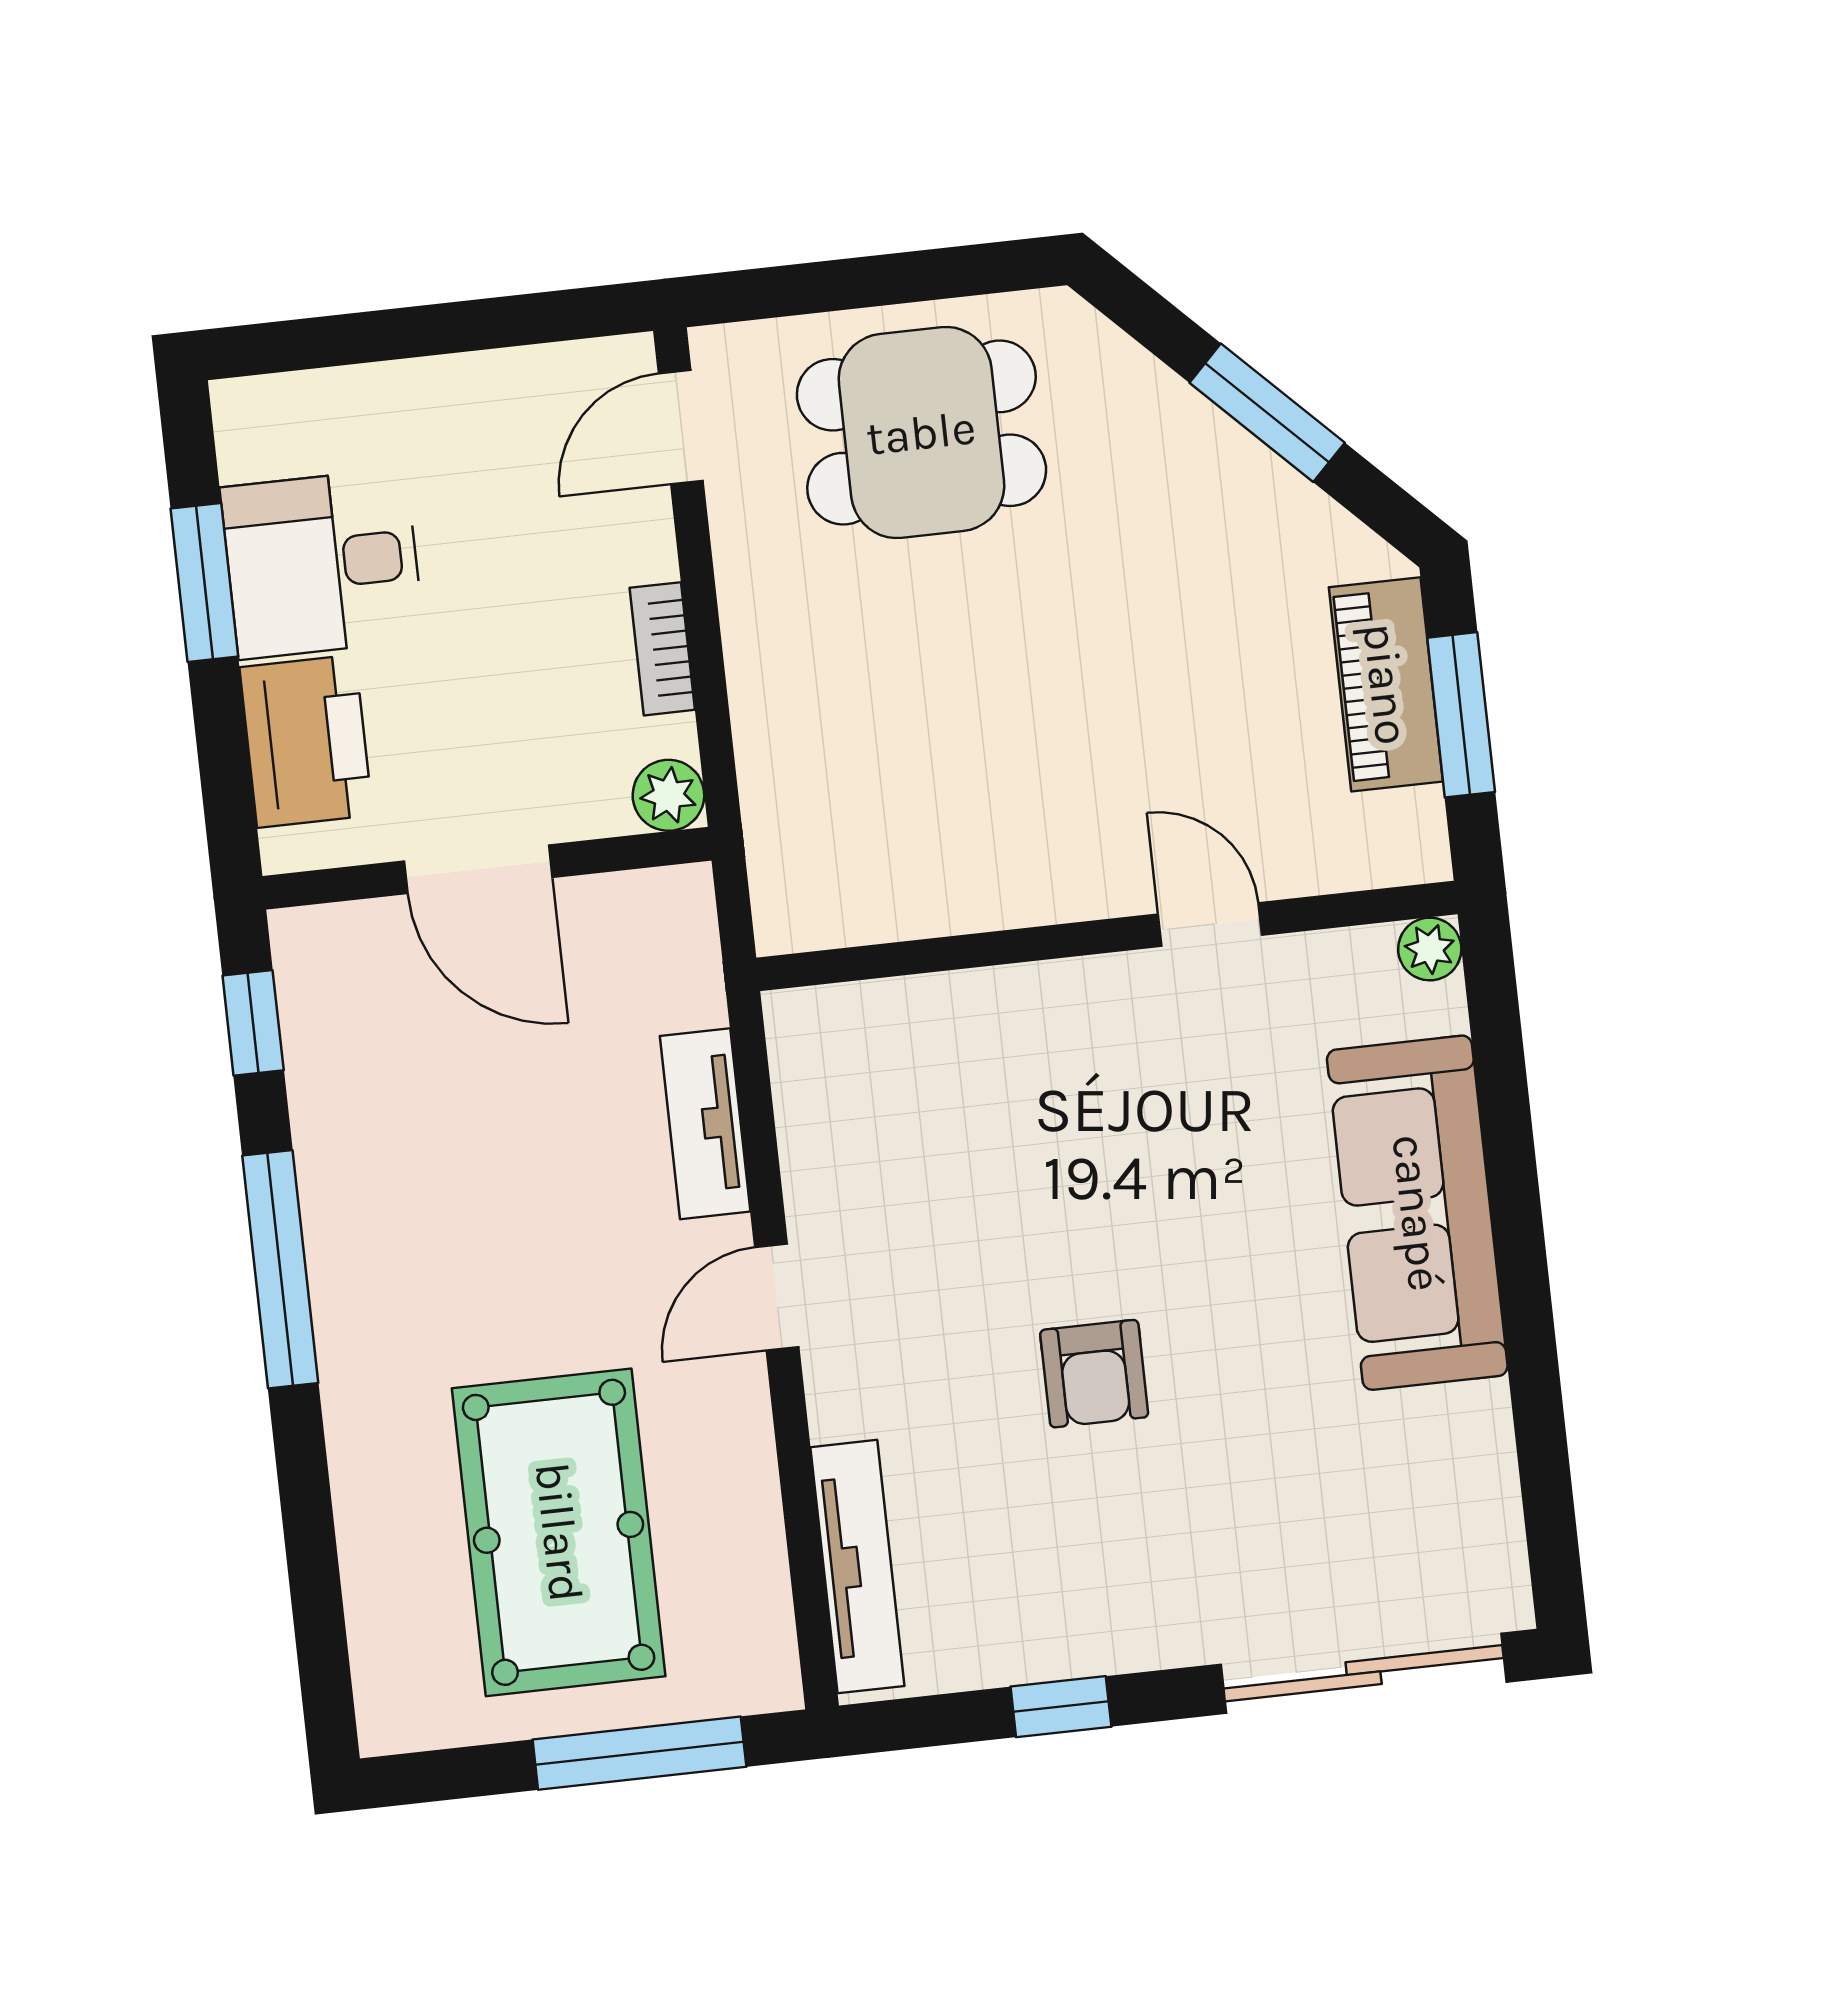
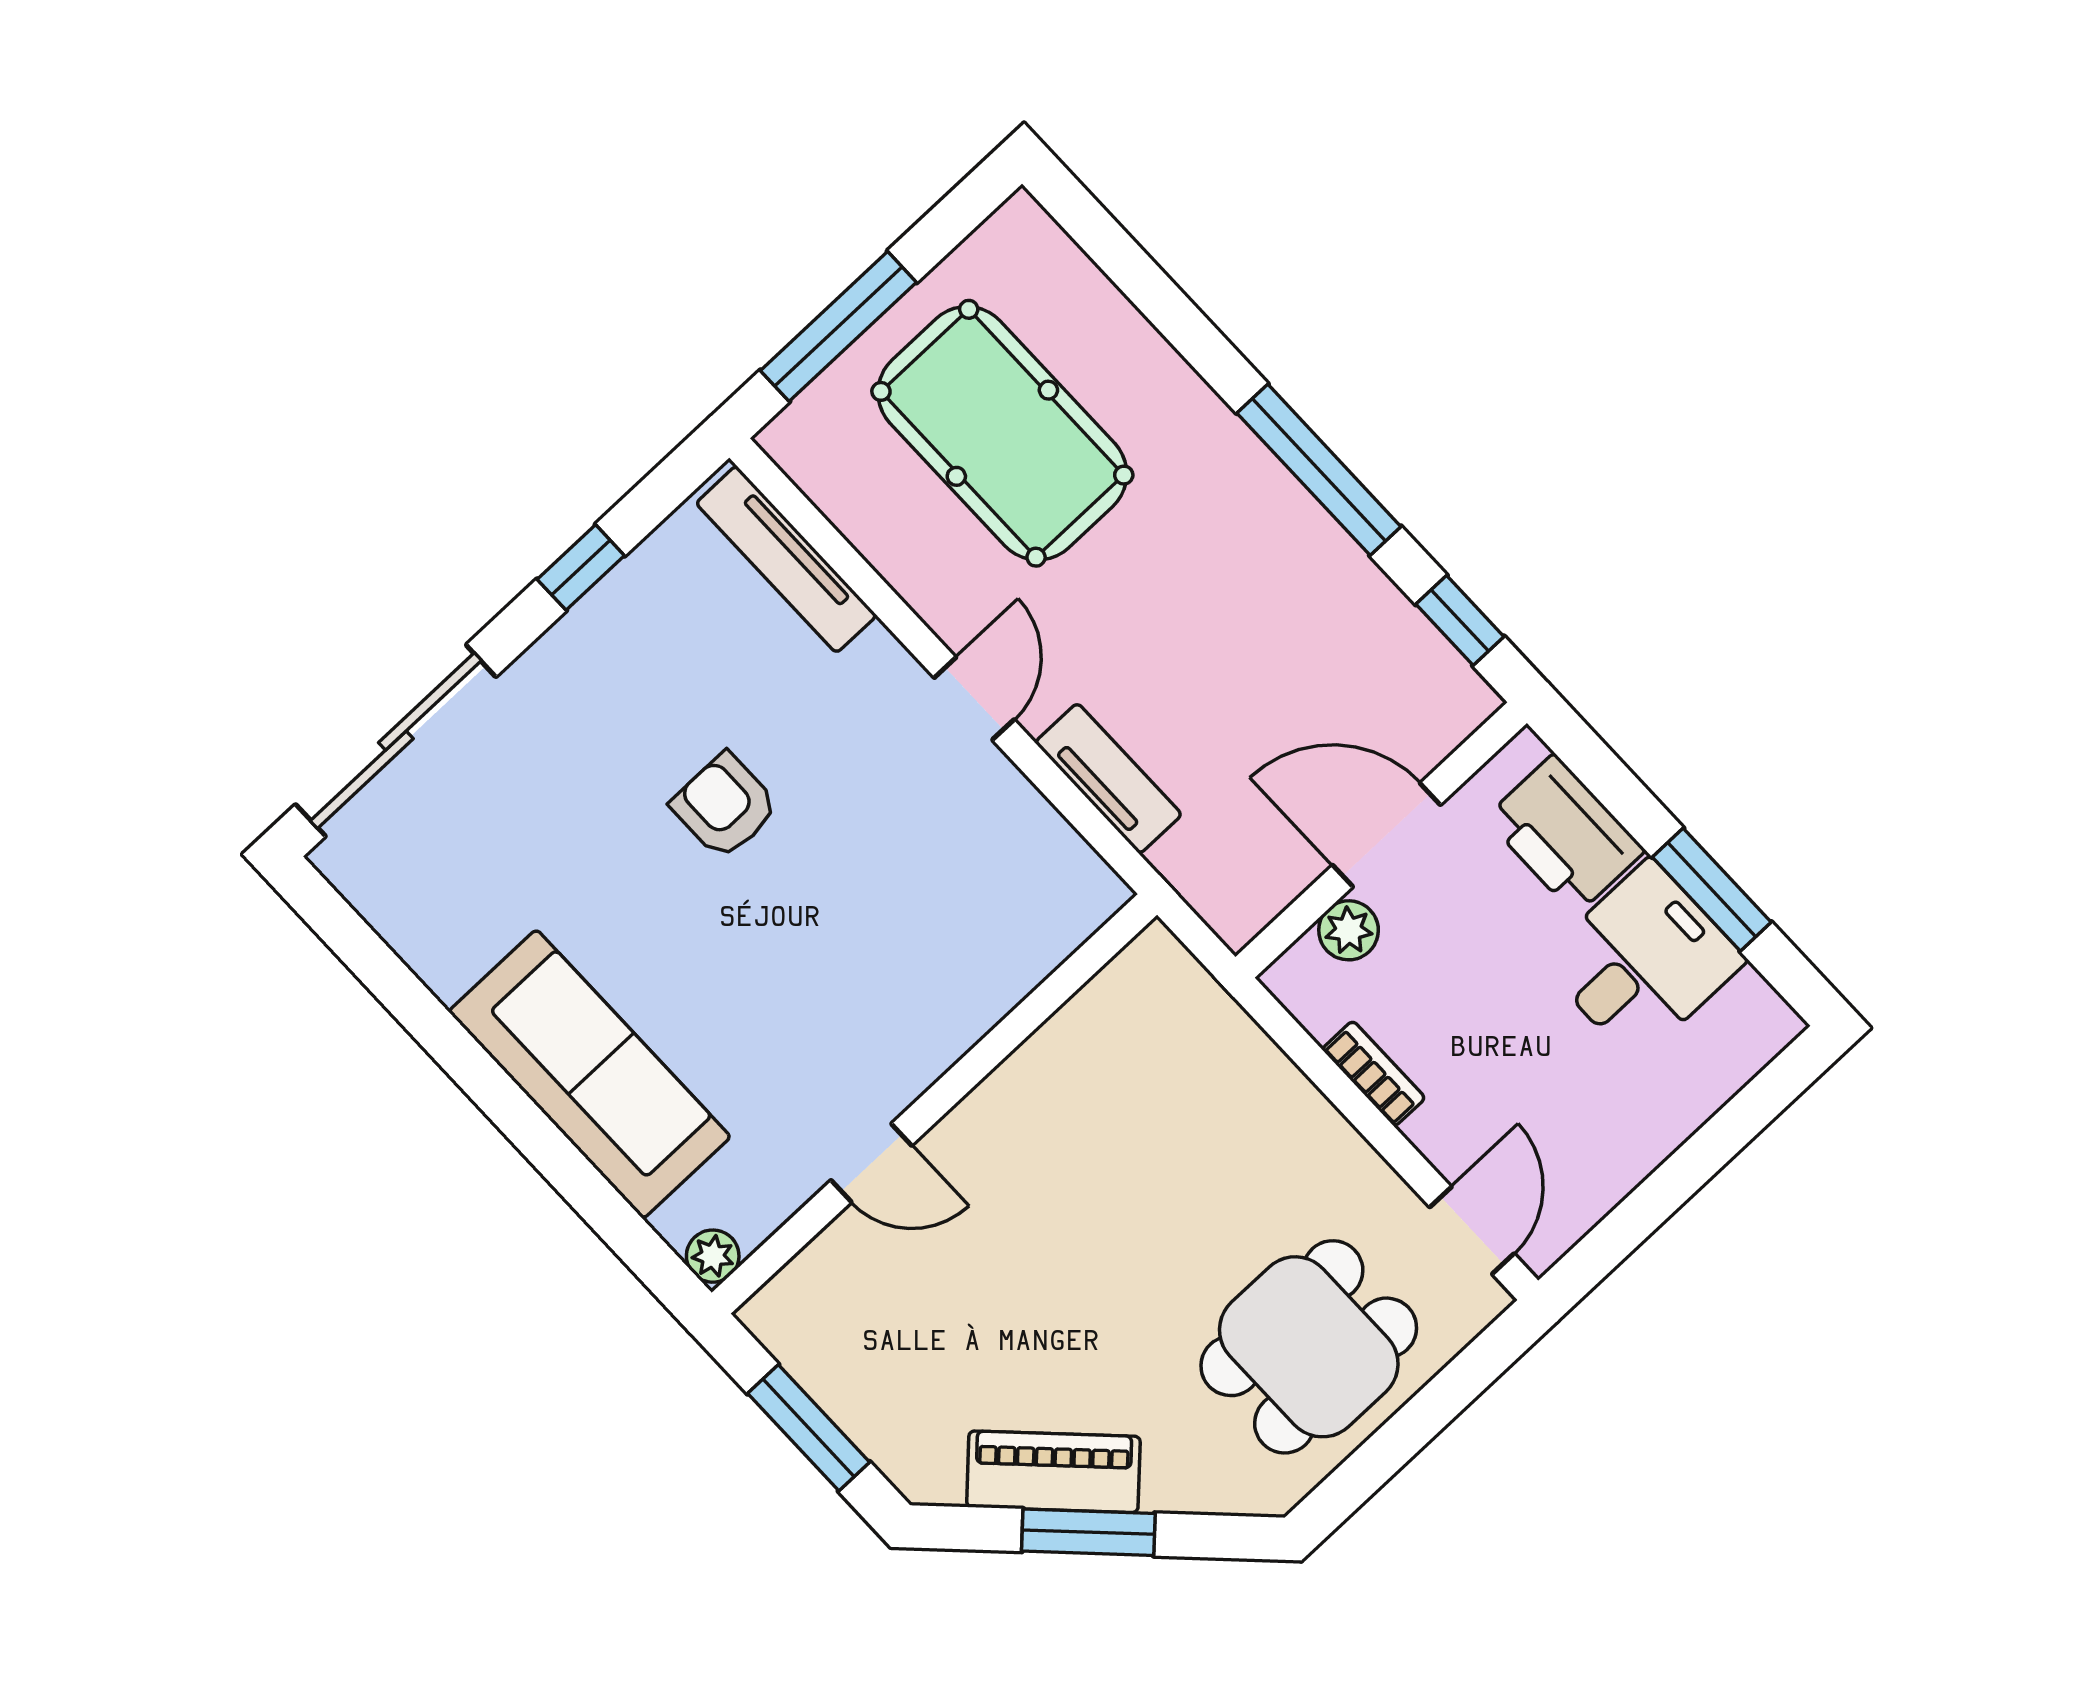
piano: (1386, 684) -> (1053, 1472), moved, turned -45
plant: (668, 795) -> (1349, 930), moved

